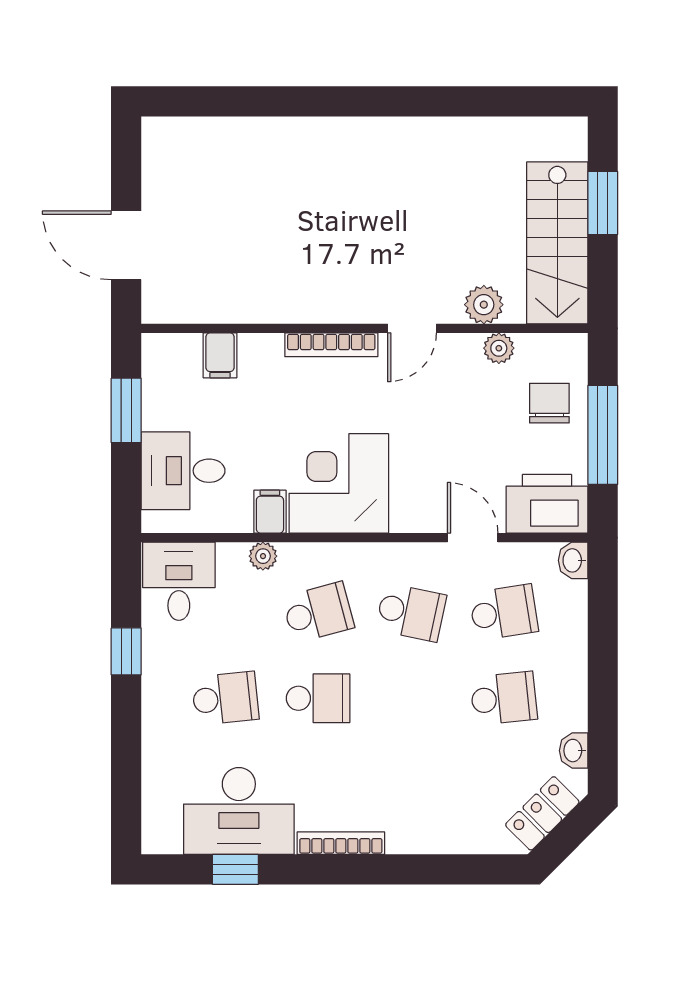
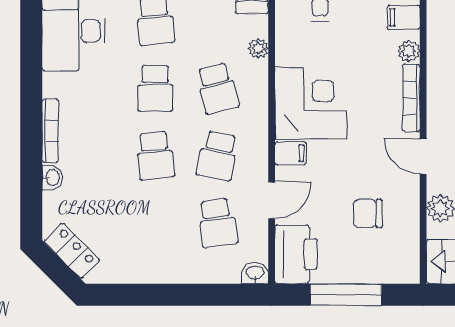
plant: (499, 348) -> (409, 51), moved
chair: (549, 403) -> (368, 213), moved, turned 180
filing cabinet: (270, 512) -> (290, 153), moved
school desk: (504, 698) -> (155, 156), moved
washbasin: (574, 751) -> (52, 178), moved, turned 90
bookcase: (341, 843) -> (50, 131), moved
window: (235, 869) -> (31, 28), removed

